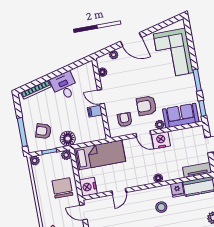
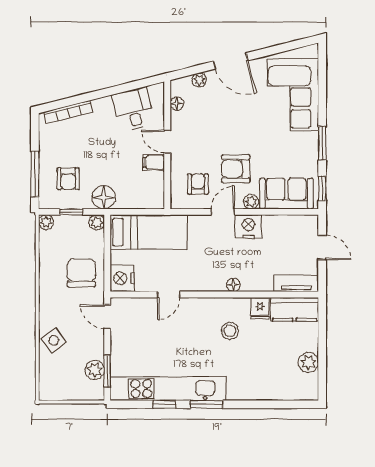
desk: (64, 86) -> (133, 109), moved
armchair: (43, 131) -> (68, 179), turned -108
door: (143, 134) -> (223, 212), swing flipped

